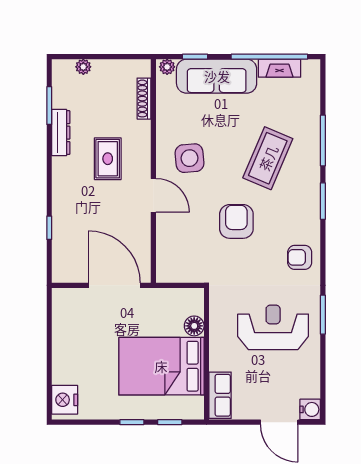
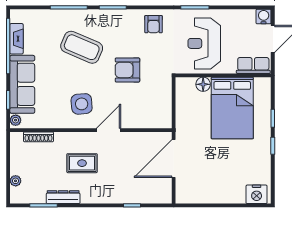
floor lamp: (194, 326) -> (203, 84), moved
wall: (207, 354) -> (223, 75), moved
bed: (161, 366) -> (232, 108), moved
row of seats: (220, 395) -> (253, 66), moved

